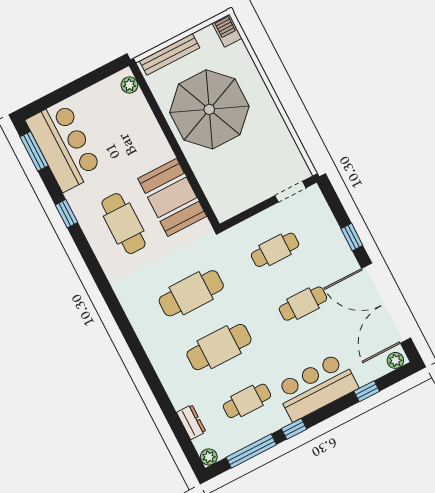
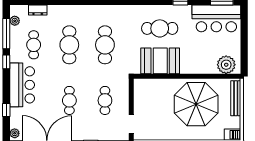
plant: (129, 85) -> (226, 65), width x1.87, depth x1.87
plant: (209, 457) -> (15, 21), moved

